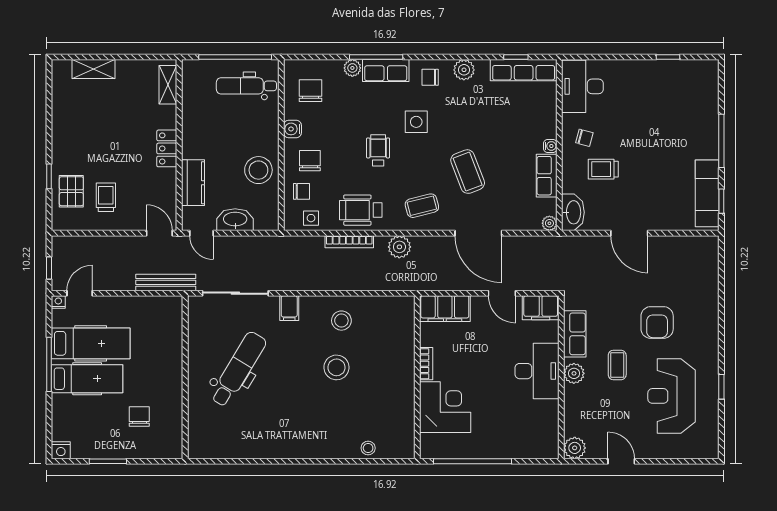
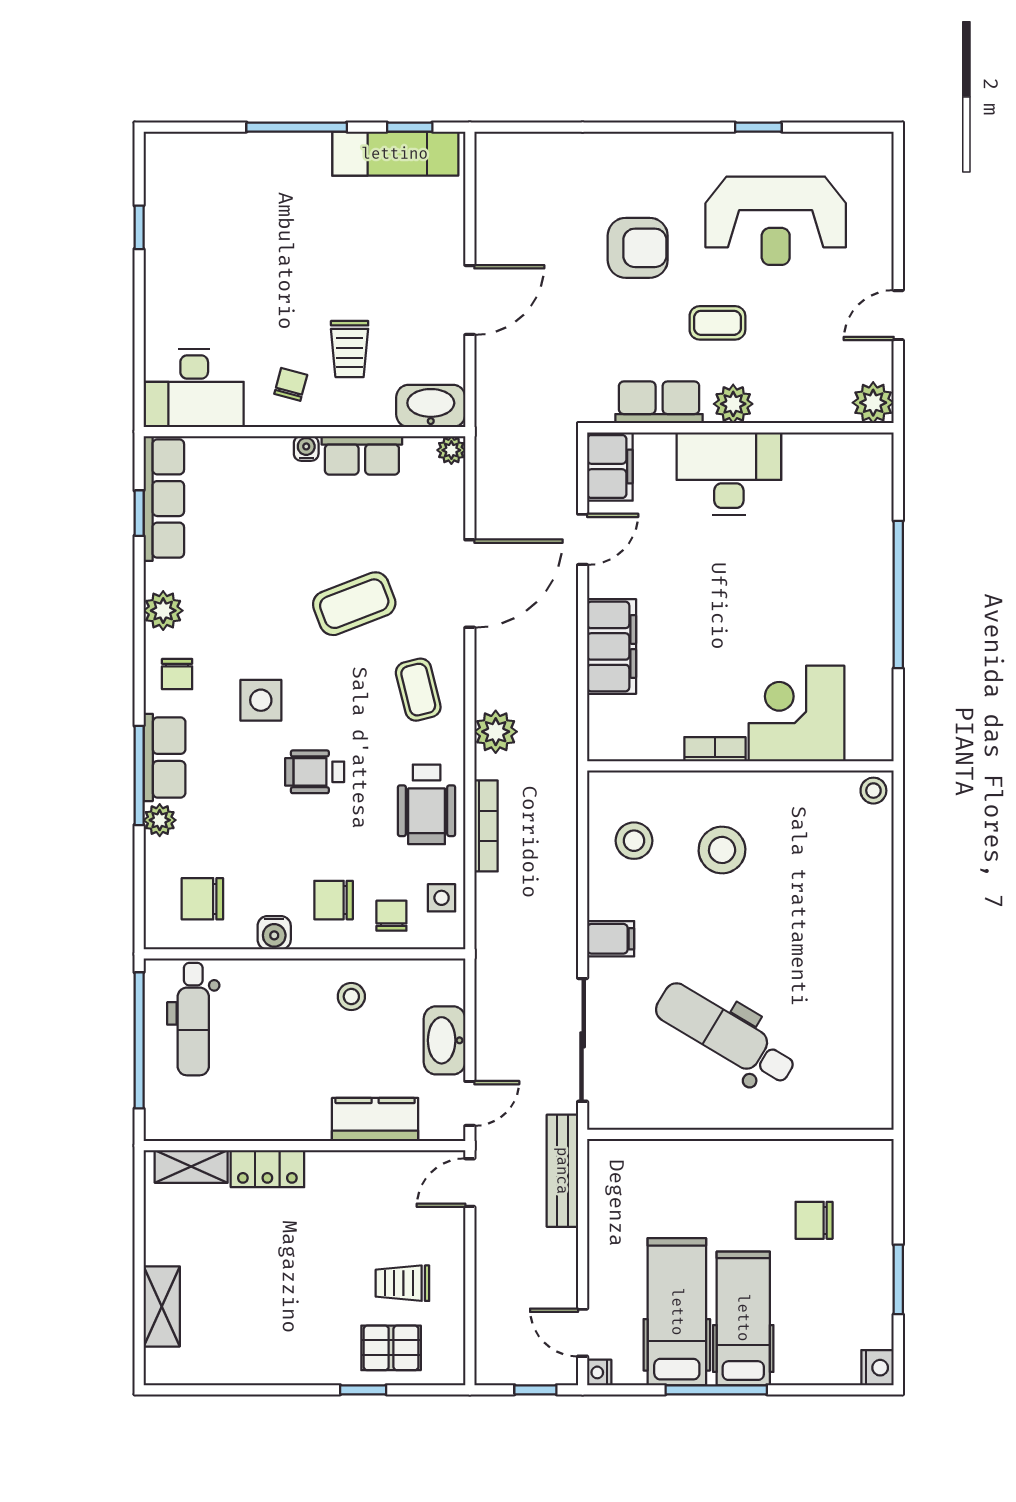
locker: (167, 148) -> (267, 1169), moved
stool: (258, 170) -> (351, 996), width x0.53, depth x0.53
bookcase: (426, 364) -> (715, 749), moved
wall: (417, 377) -> (740, 766), moved
corner desk: (445, 407) -> (796, 714), moved

